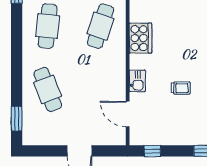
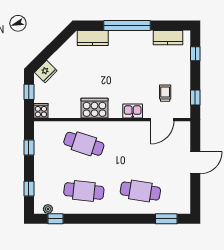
trolley: (181, 88) -> (165, 93), moved
cafe table: (48, 89) -> (140, 191), turned 30

